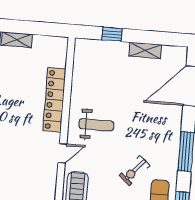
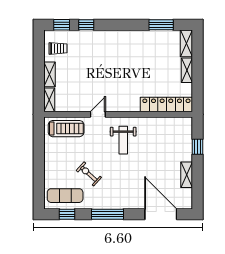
locker: (54, 100) -> (166, 104), moved
door: (62, 153) -> (98, 114), swing flipped

